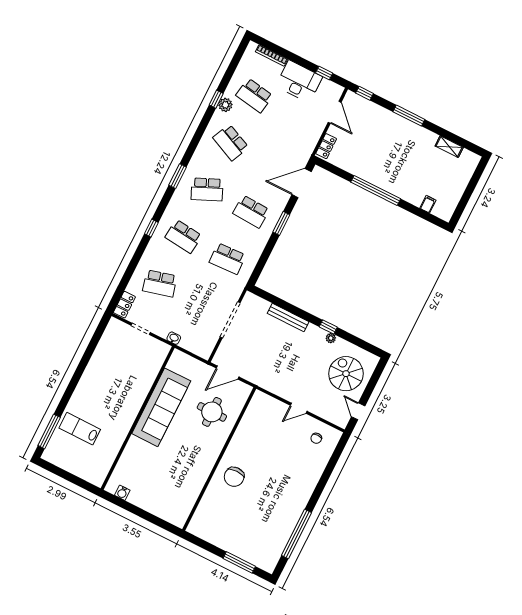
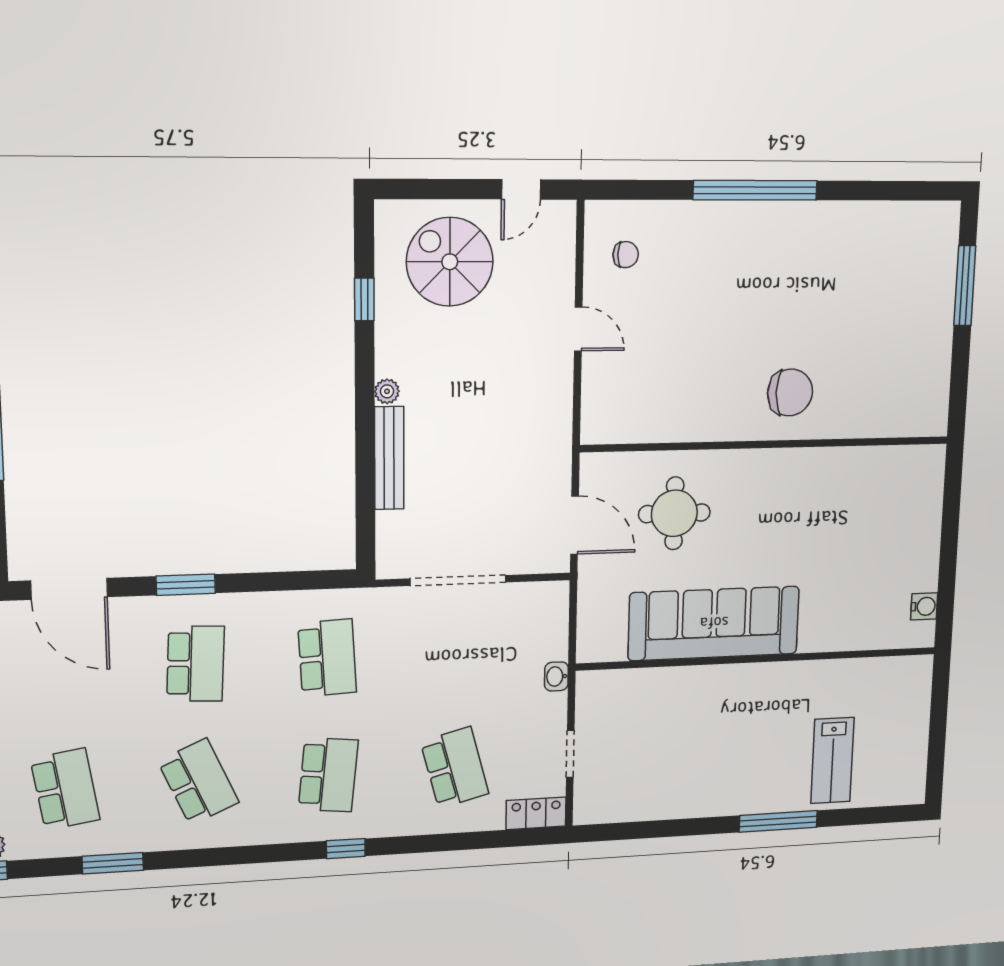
school desk: (231, 142) -> (65, 789), turned -33
window: (178, 176) -> (113, 863), moved
window: (328, 327) -> (364, 299), moved
plant: (331, 338) -> (387, 391), moved
spiral stairs: (346, 374) -> (450, 262), turned 90
window: (49, 431) -> (778, 821), moved
window: (296, 534) -> (755, 190), moved

